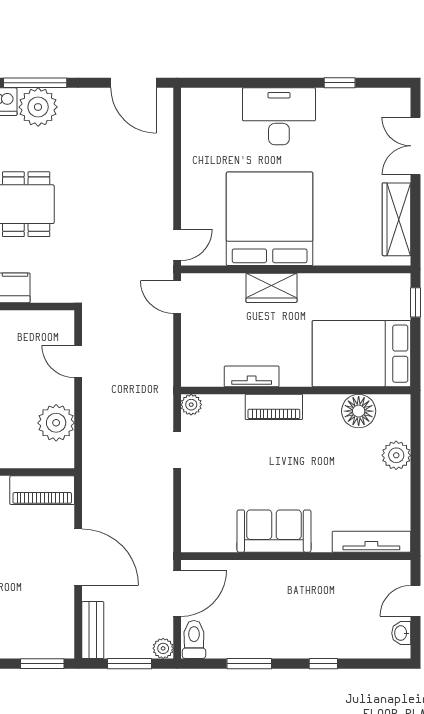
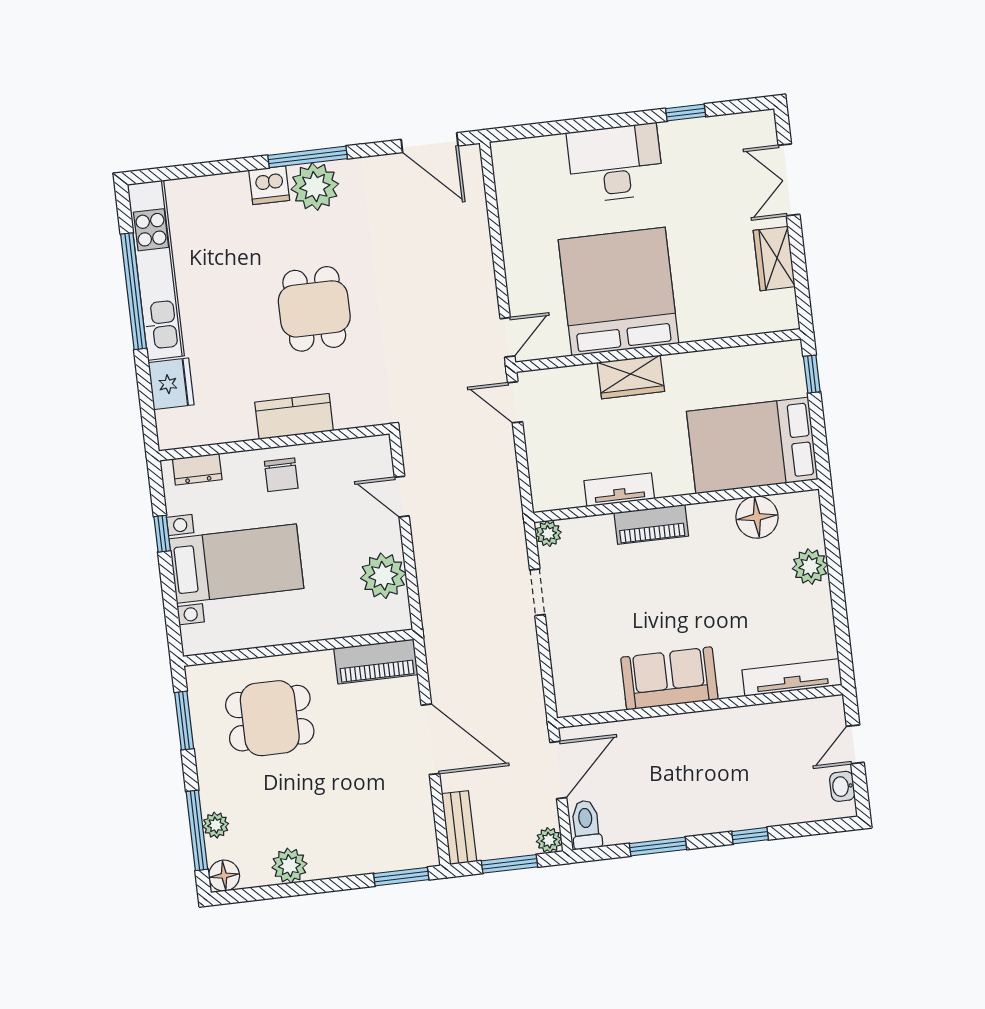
wardrobe: (396, 219) -> (774, 259), width x0.67

